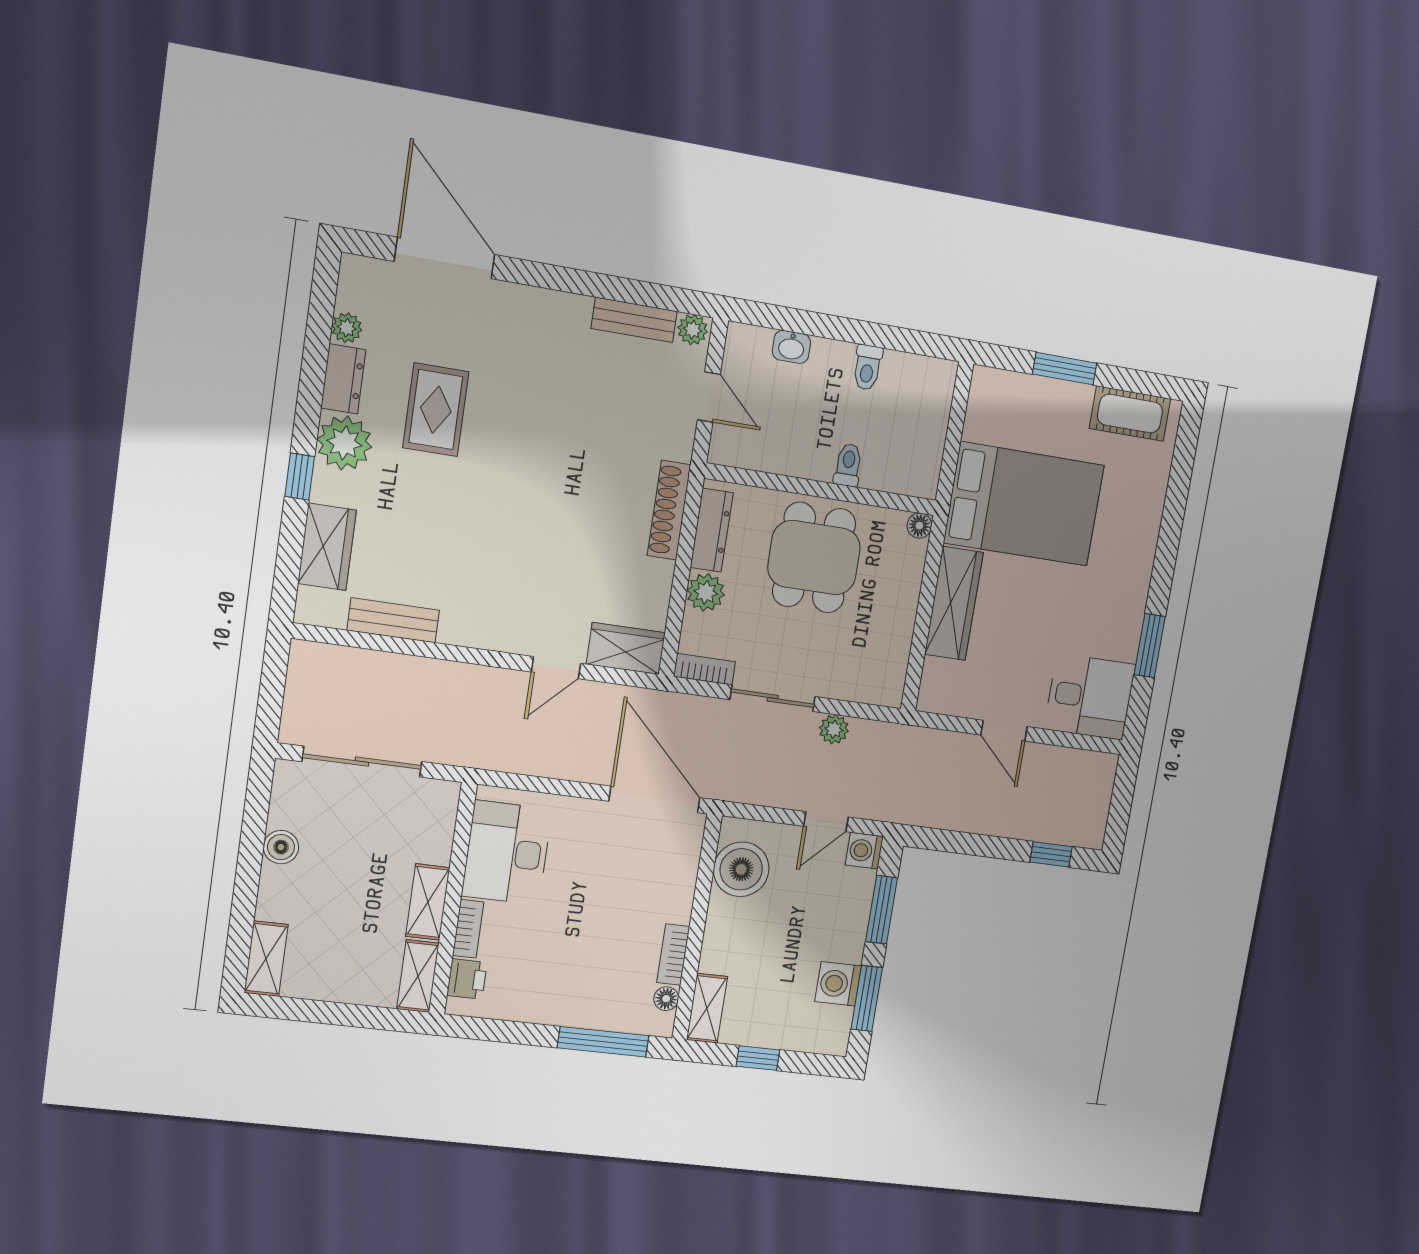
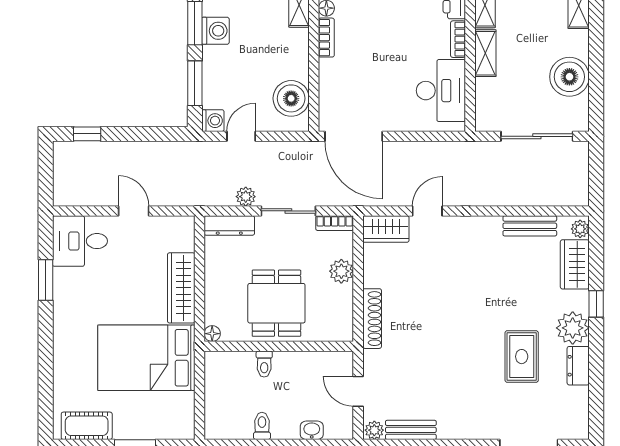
plant: (347, 328) -> (580, 229), moved
dresser: (712, 530) -> (229, 225), moved, turned -90
boiler: (281, 847) -> (569, 77), width x1.86, depth x1.86

